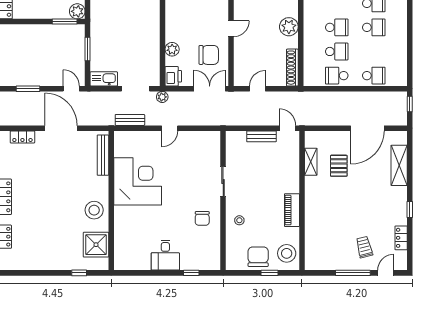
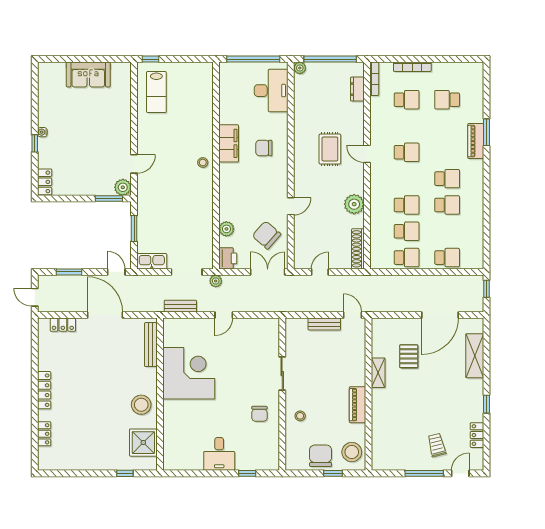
chair: (209, 55) -> (267, 235), turned -139
school desk: (337, 76) -> (407, 258), turned 180
shelving: (311, 162) -> (378, 373), moved

